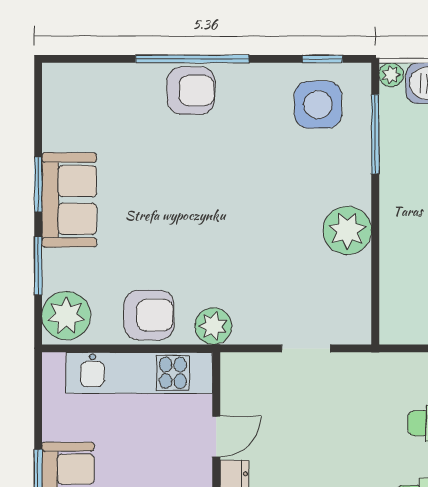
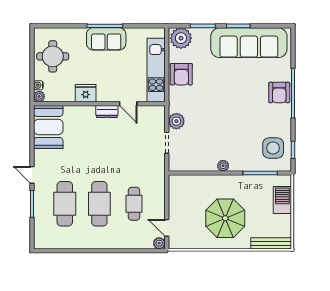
plant: (391, 75) -> (286, 180), removed
sofa: (69, 200) -> (249, 43), width x1.85, depth x1.27
plant: (347, 230) -> (223, 166), width x0.53, depth x0.53
plant: (213, 326) -> (176, 121), moved

